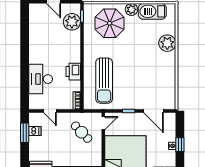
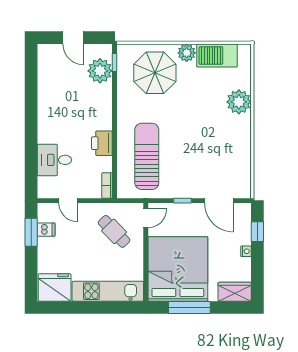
desk: (41, 79) -> (54, 160), width x0.73
sun lounger: (104, 81) -> (147, 156), turned 180
window: (180, 145) -> (257, 232), moved

